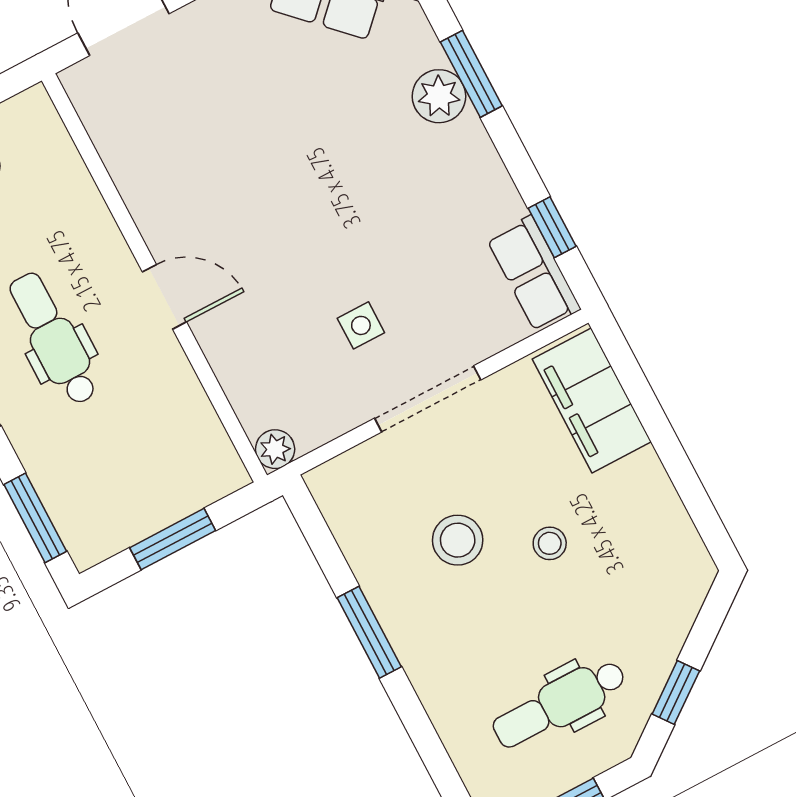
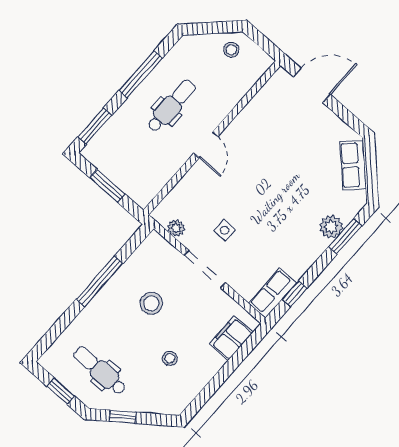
filing cabinet: (592, 400) -> (231, 338), width x0.67, depth x0.86
plant: (275, 449) -> (176, 228), moved
stool: (550, 543) -> (170, 358), moved
window: (369, 632) -> (100, 281), width x1.44

